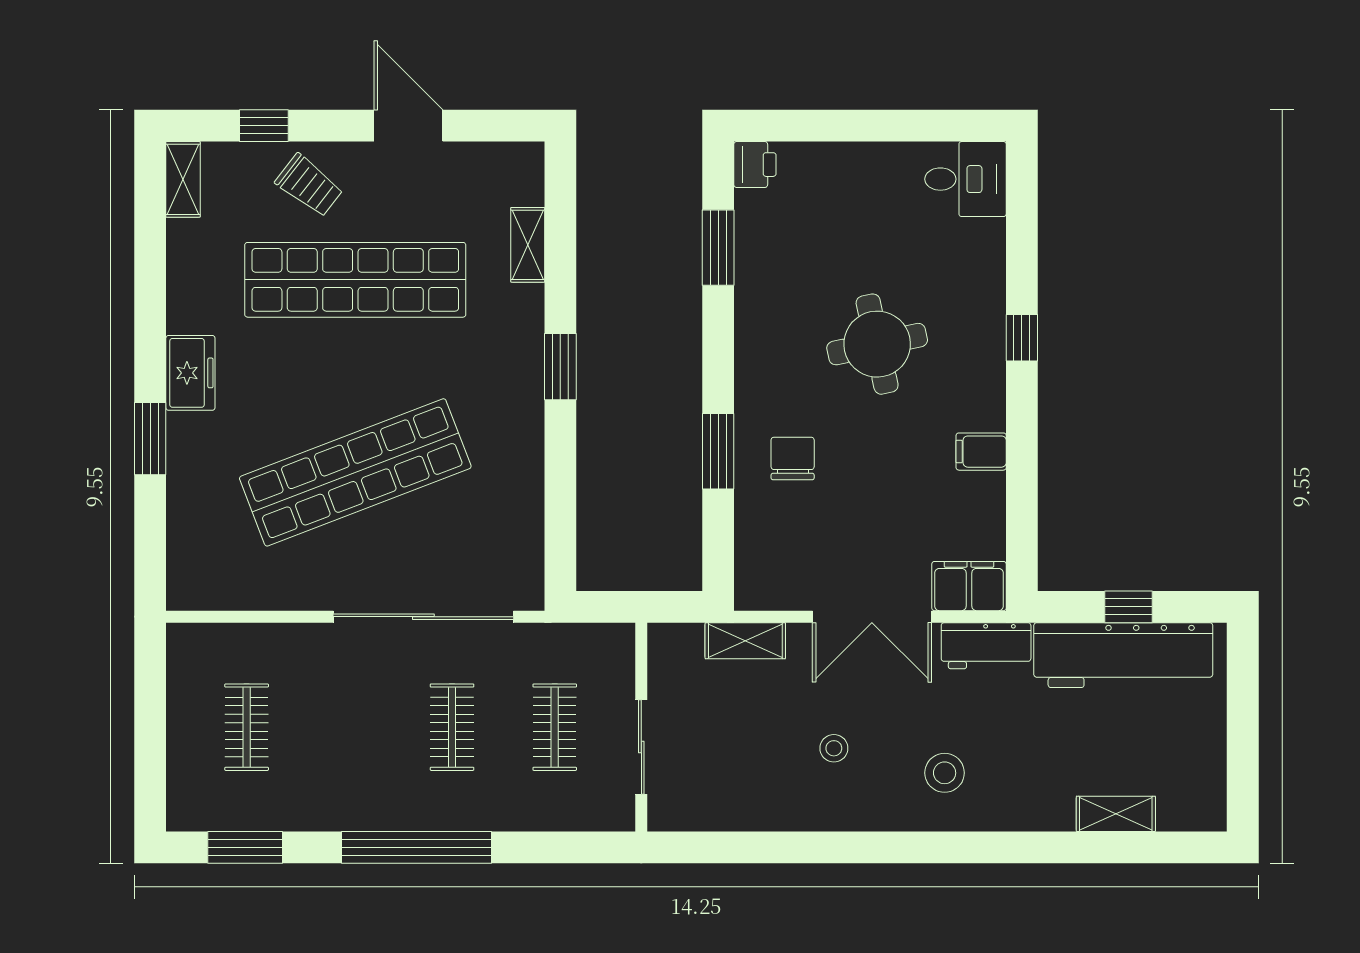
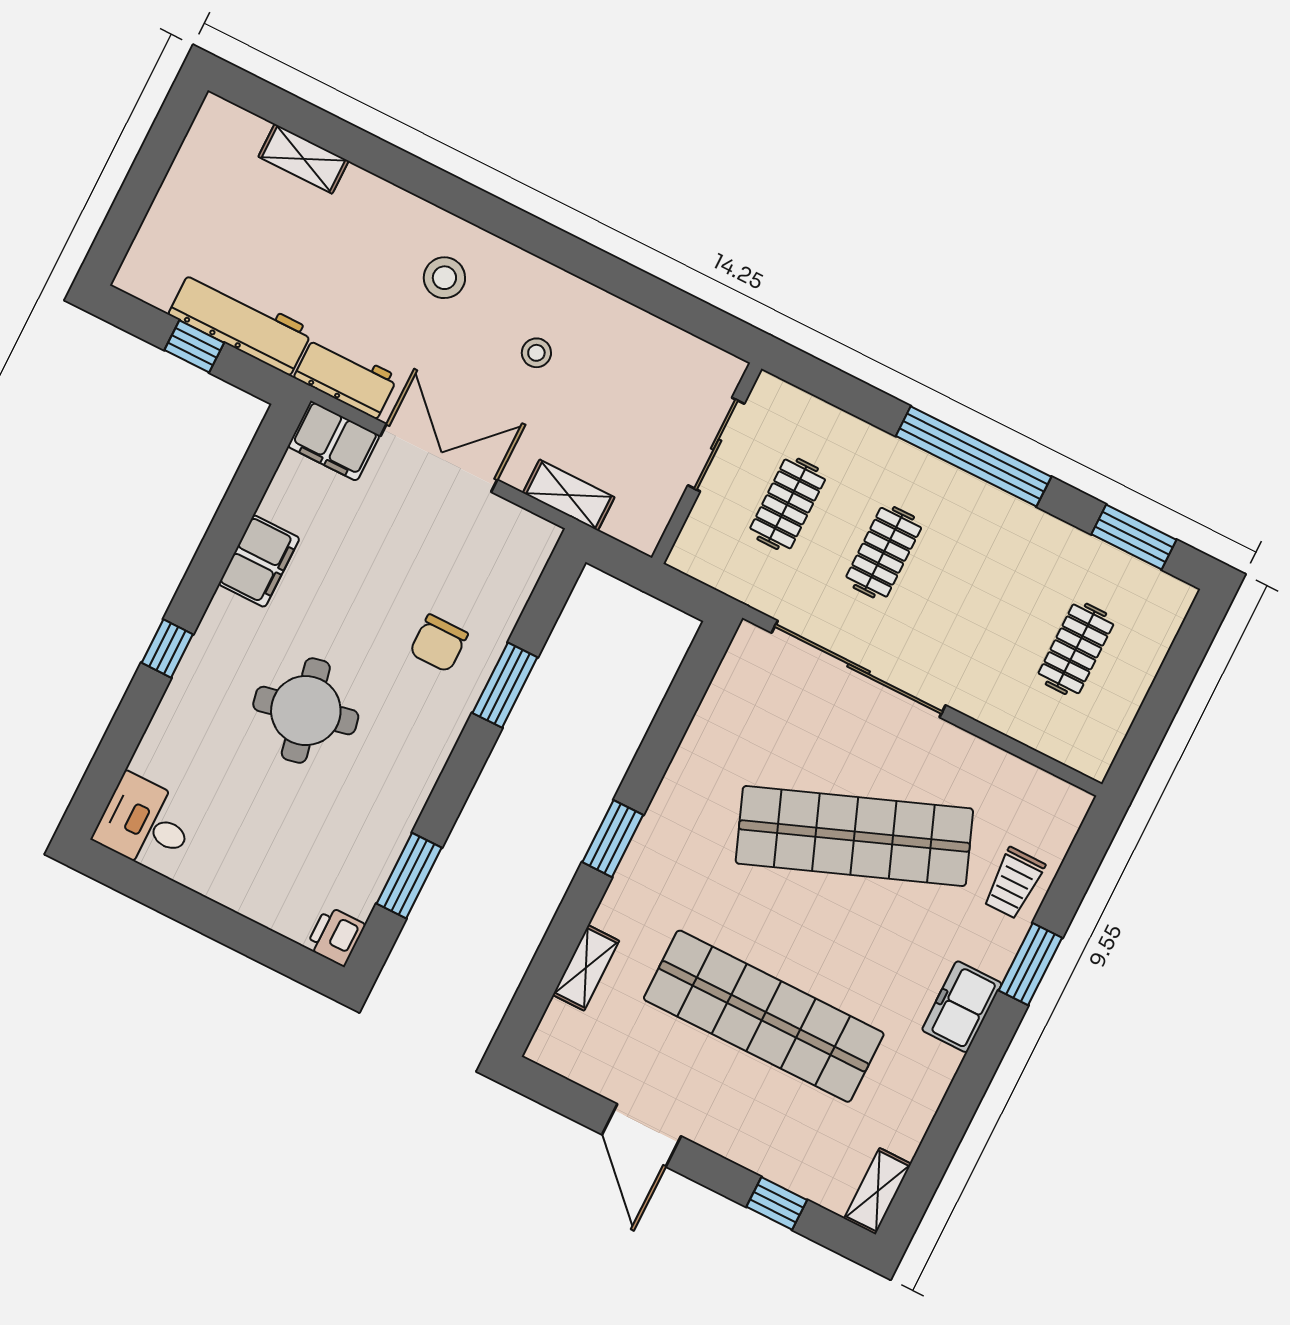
trolley: (309, 185) -> (1014, 883), moved, turned -128
filing cabinet: (981, 452) -> (259, 561), width x2.00
workbench: (1123, 655) -> (240, 322), width x0.73, depth x0.76

